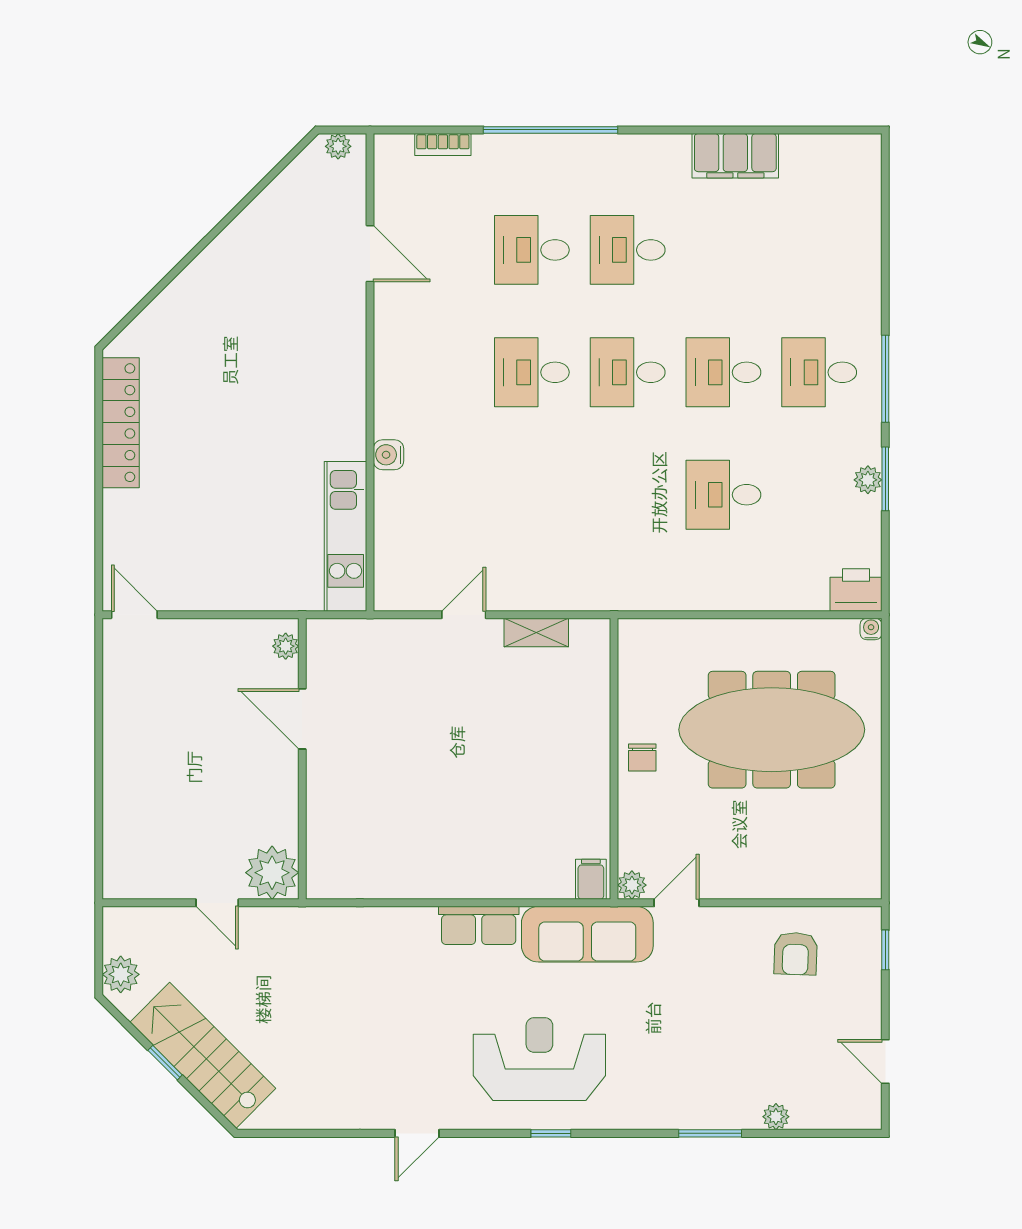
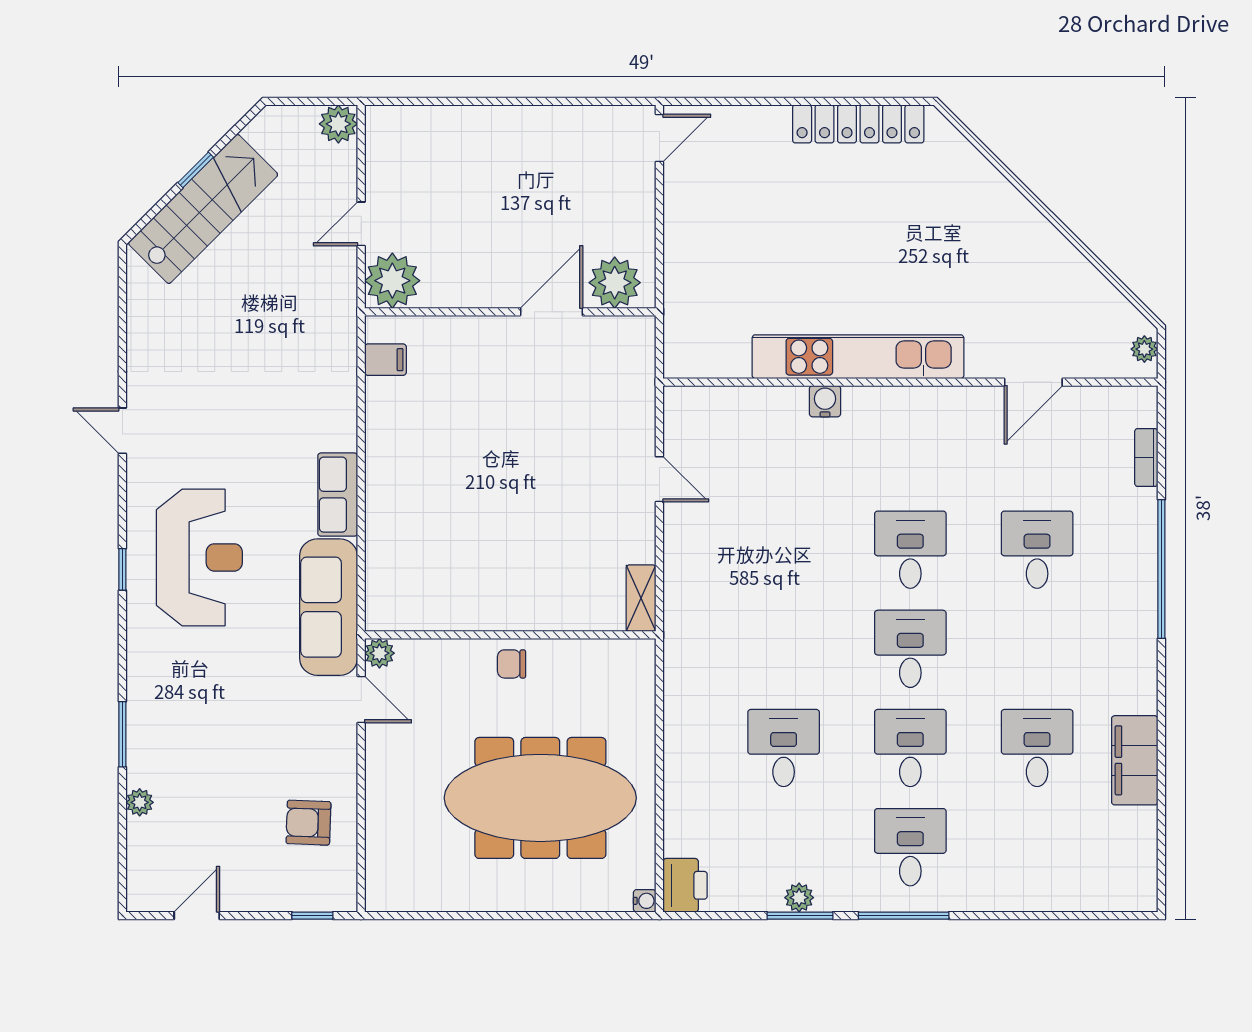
desk: (628, 250) -> (1037, 748), moved
kitchen unit: (346, 536) -> (858, 357), moved, width x1.36
shelving: (536, 633) -> (641, 598), moved
plant: (286, 646) -> (615, 283), width x1.88, depth x1.88
meeting table: (772, 730) -> (540, 798), turned 90
filing cabinet: (591, 879) -> (385, 360), moved
plant: (121, 974) -> (338, 124), moved

